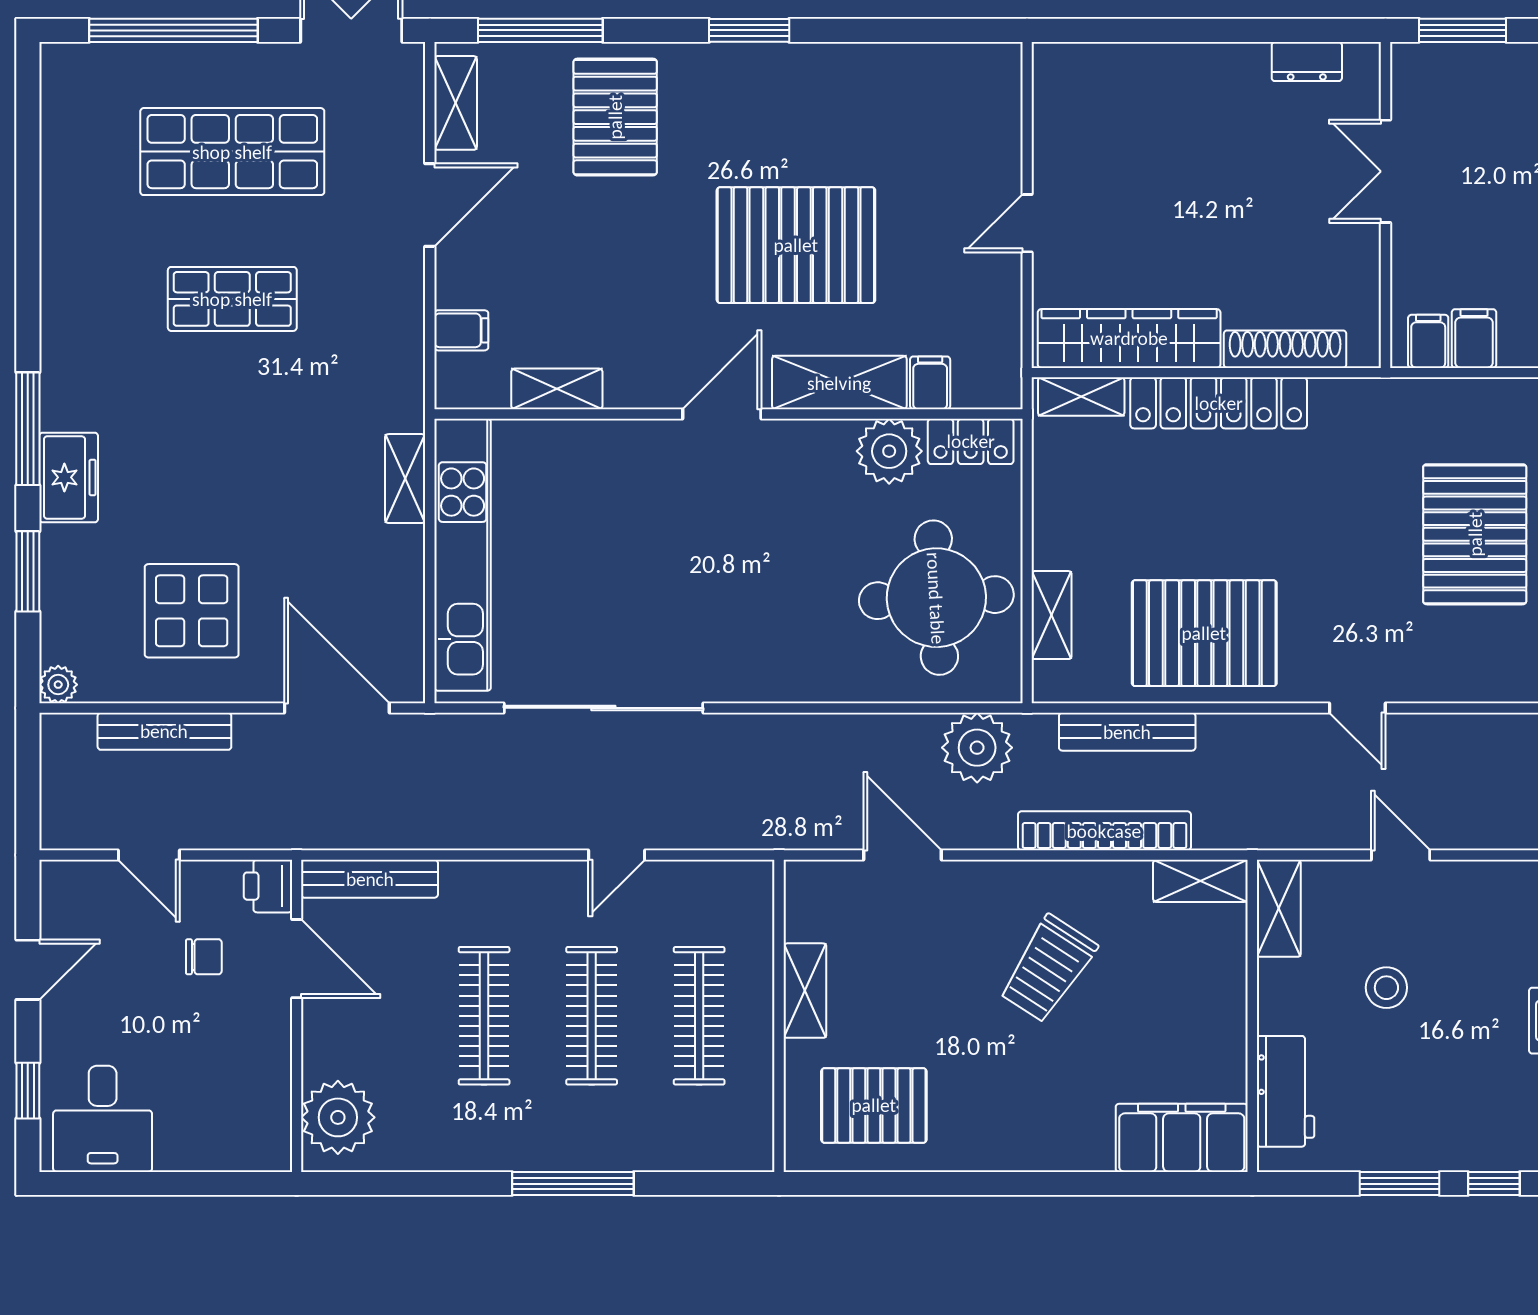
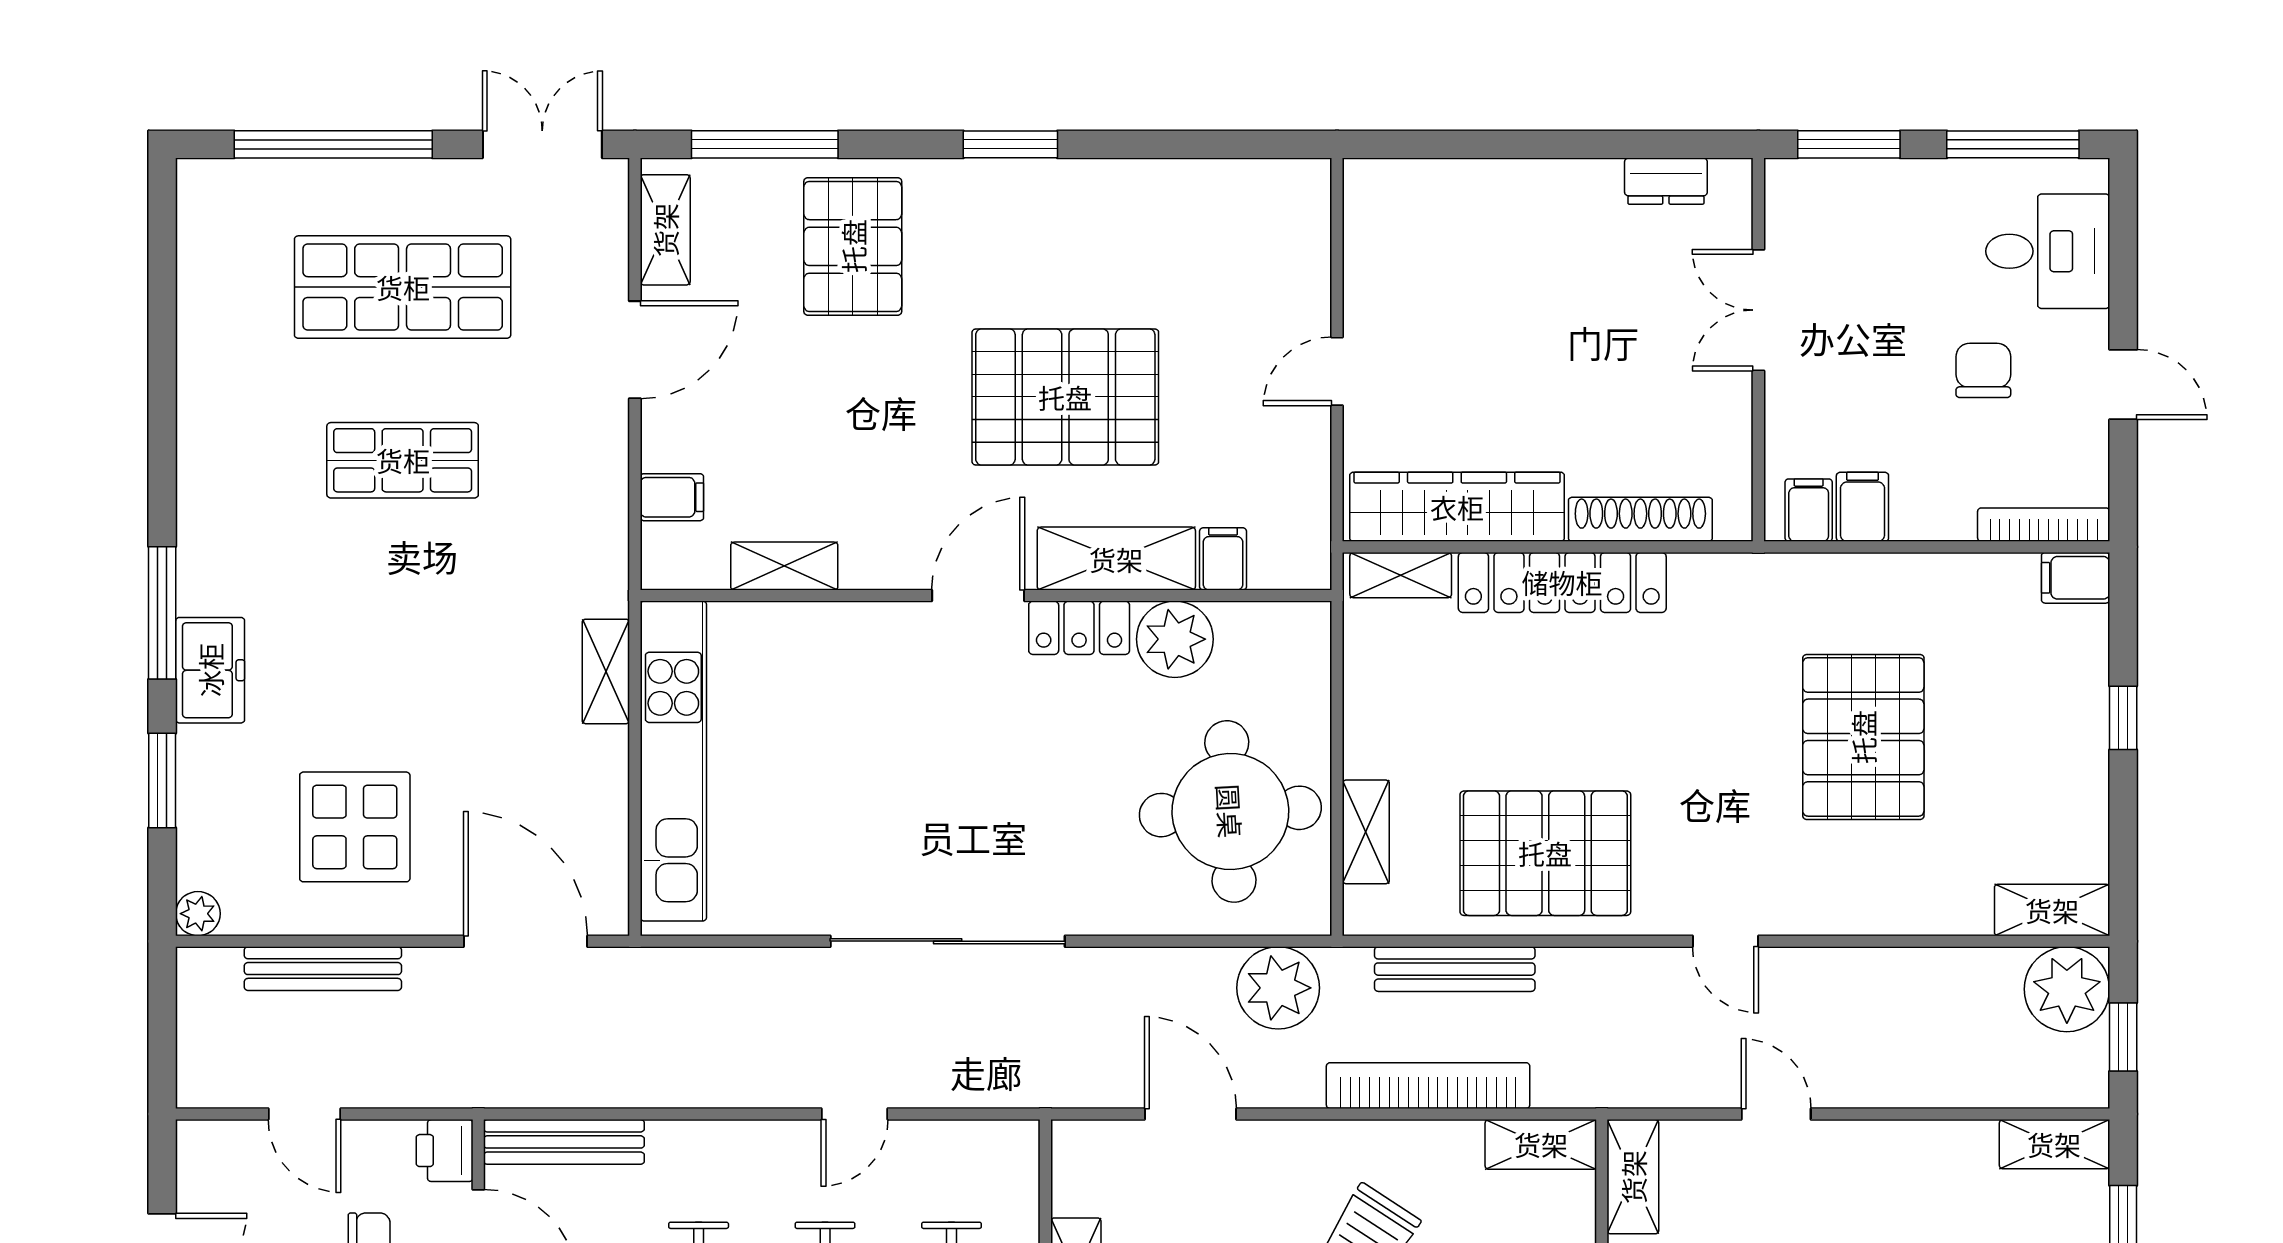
locker: (971, 441) -> (1079, 628), moved
sliding door: (603, 708) -> (948, 941), moved

